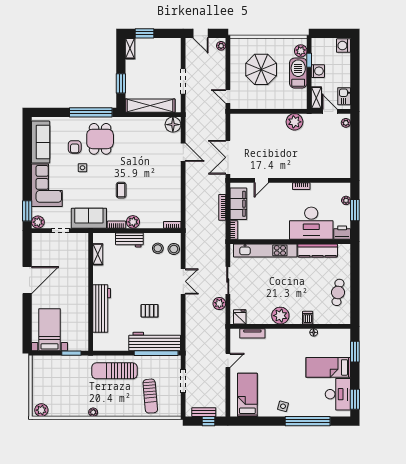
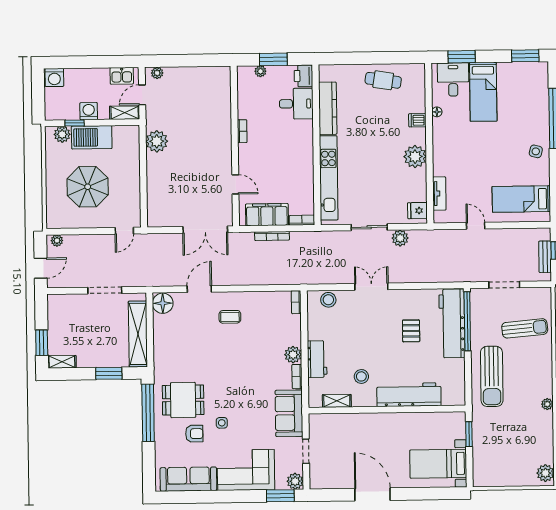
coffee table: (121, 190) -> (230, 317), moved
desk: (311, 223) -> (296, 104), width x0.53, depth x0.77
stool: (158, 248) -> (361, 376), moved
desk: (338, 394) -> (453, 80), moved, width x0.73

